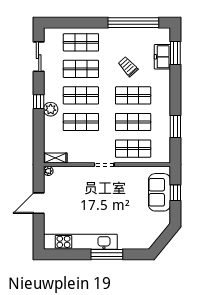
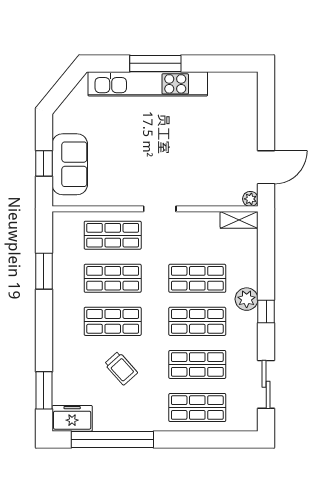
freezer: (162, 57) -> (72, 418), moved, turned -90
door: (39, 203) -> (266, 167), moved
kitchen unit: (80, 242) -> (148, 84), moved

